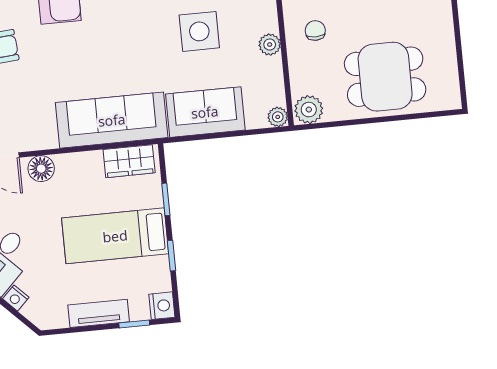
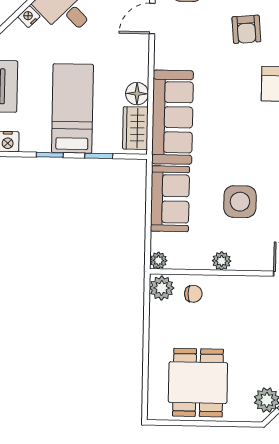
chair: (315, 31) -> (193, 294), moved
dining table: (385, 77) -> (198, 383), moved
floor lamp: (41, 169) -> (137, 94), moved

